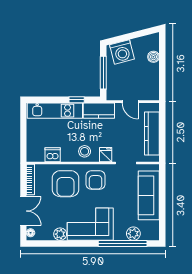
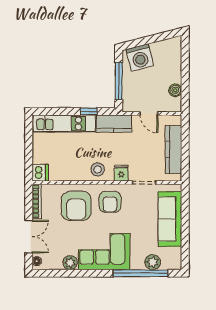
boiler: (153, 57) -> (175, 90), moved
dishwasher: (53, 155) -> (40, 173), moved, turned 90

